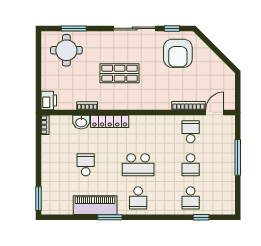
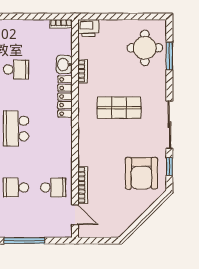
armchair: (178, 53) -> (141, 173), turned -90
shop shelf: (120, 73) -> (119, 108), turned 90

